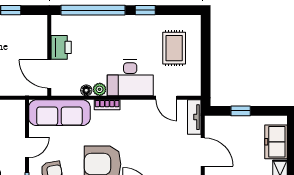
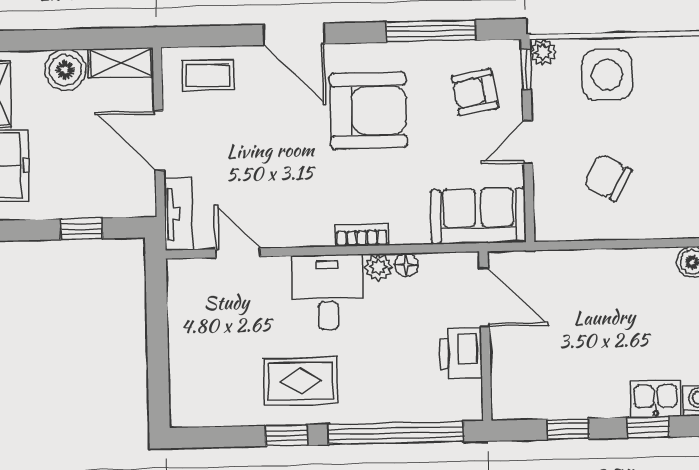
rug: (174, 48) -> (301, 381), moved, turned 90
desk: (130, 78) -> (328, 292), width x0.73
sofa: (59, 113) -> (478, 216), width x0.73

